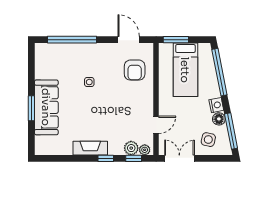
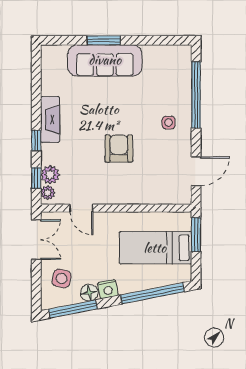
armchair: (135, 70) -> (119, 149), moved, turned 90
side table: (89, 82) -> (169, 123), moved

